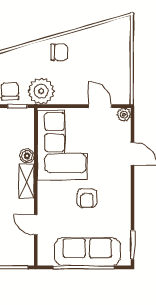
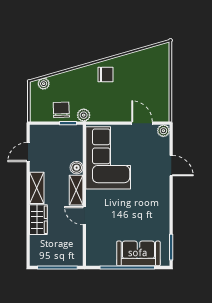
plant: (41, 91) -> (84, 115), width x0.53, depth x0.53
armchair: (87, 198) -> (130, 206), removed
door: (36, 225) -> (84, 216), moved
sofa: (87, 252) -> (138, 253), width x0.73

